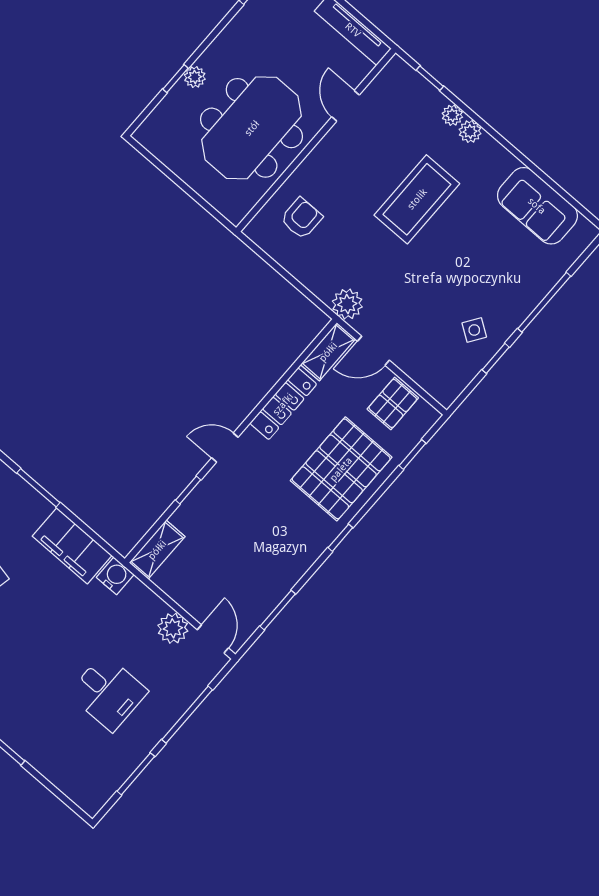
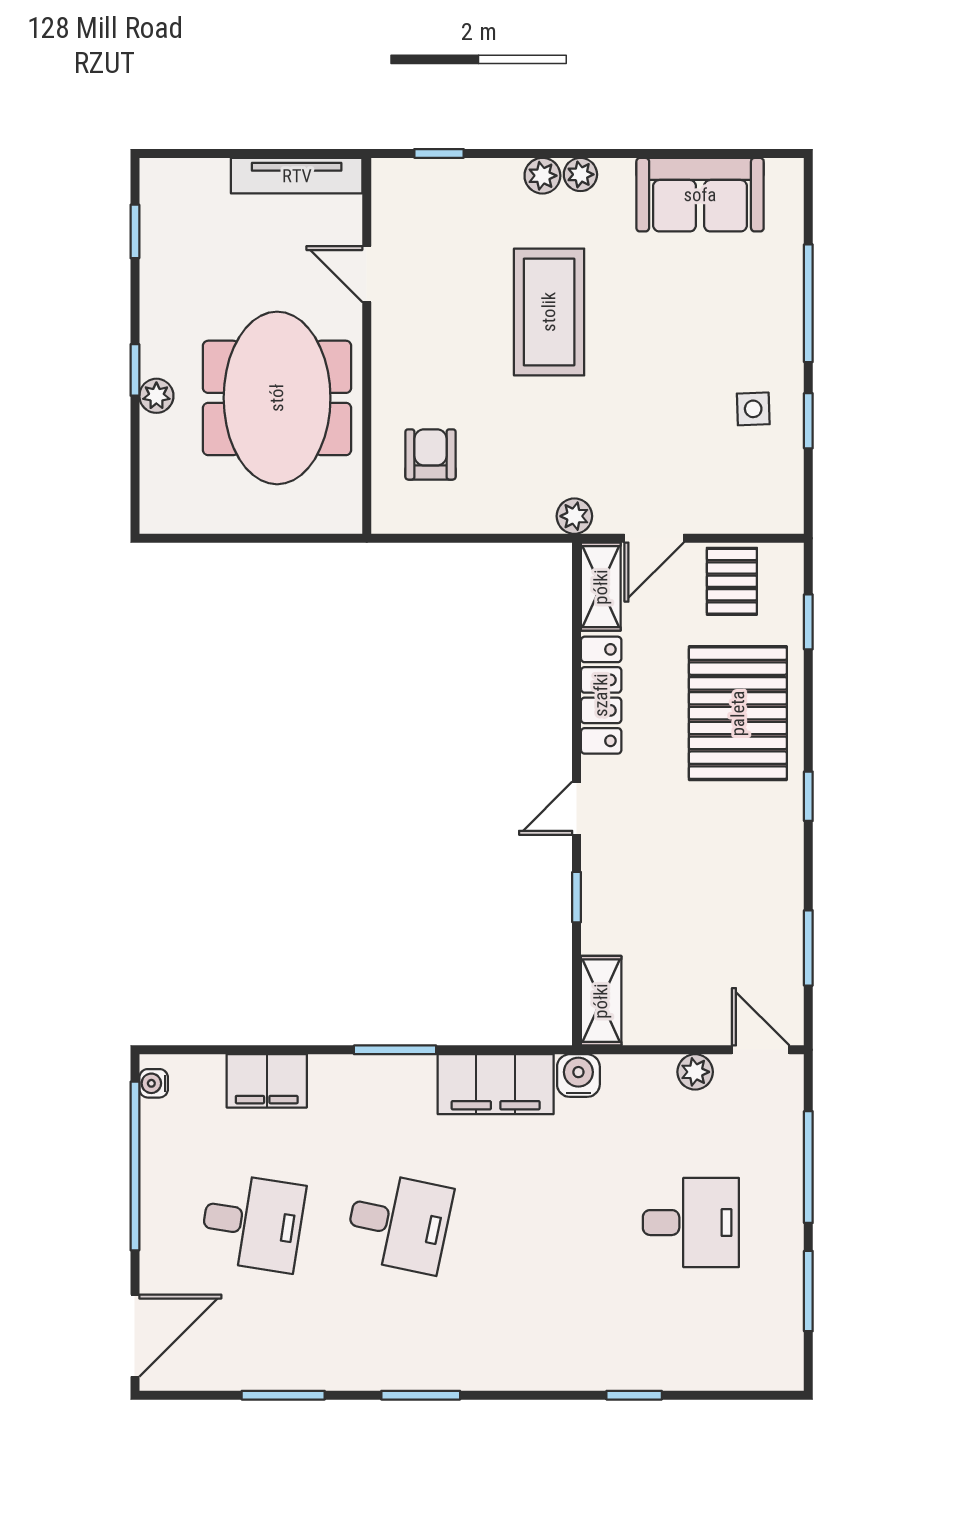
window: (176, 79) -> (135, 370), moved
plant: (452, 115) -> (580, 174), moved
plant: (347, 304) -> (574, 516), width x0.73, depth x0.73
side table: (474, 330) -> (753, 409), turned -36
plant: (173, 628) -> (695, 1072), width x0.73, depth x0.73

